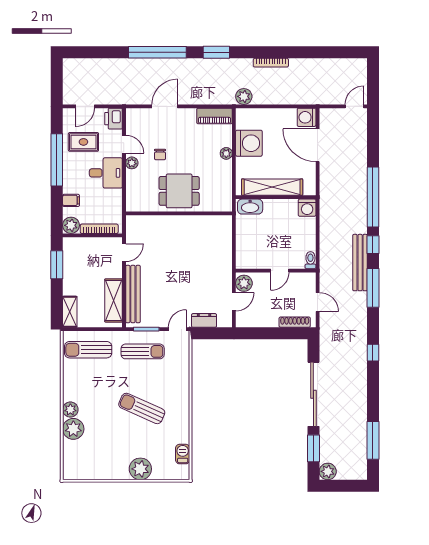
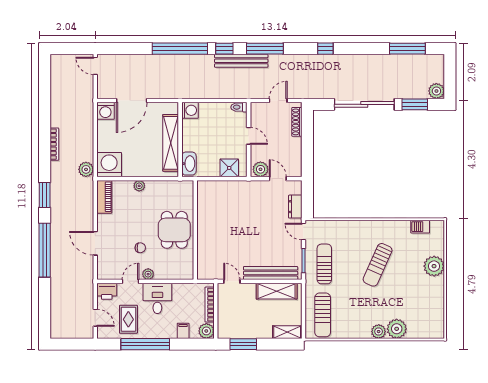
washing machine: (249, 143) -> (109, 165), moved
shower: (245, 250) -> (229, 168), added

